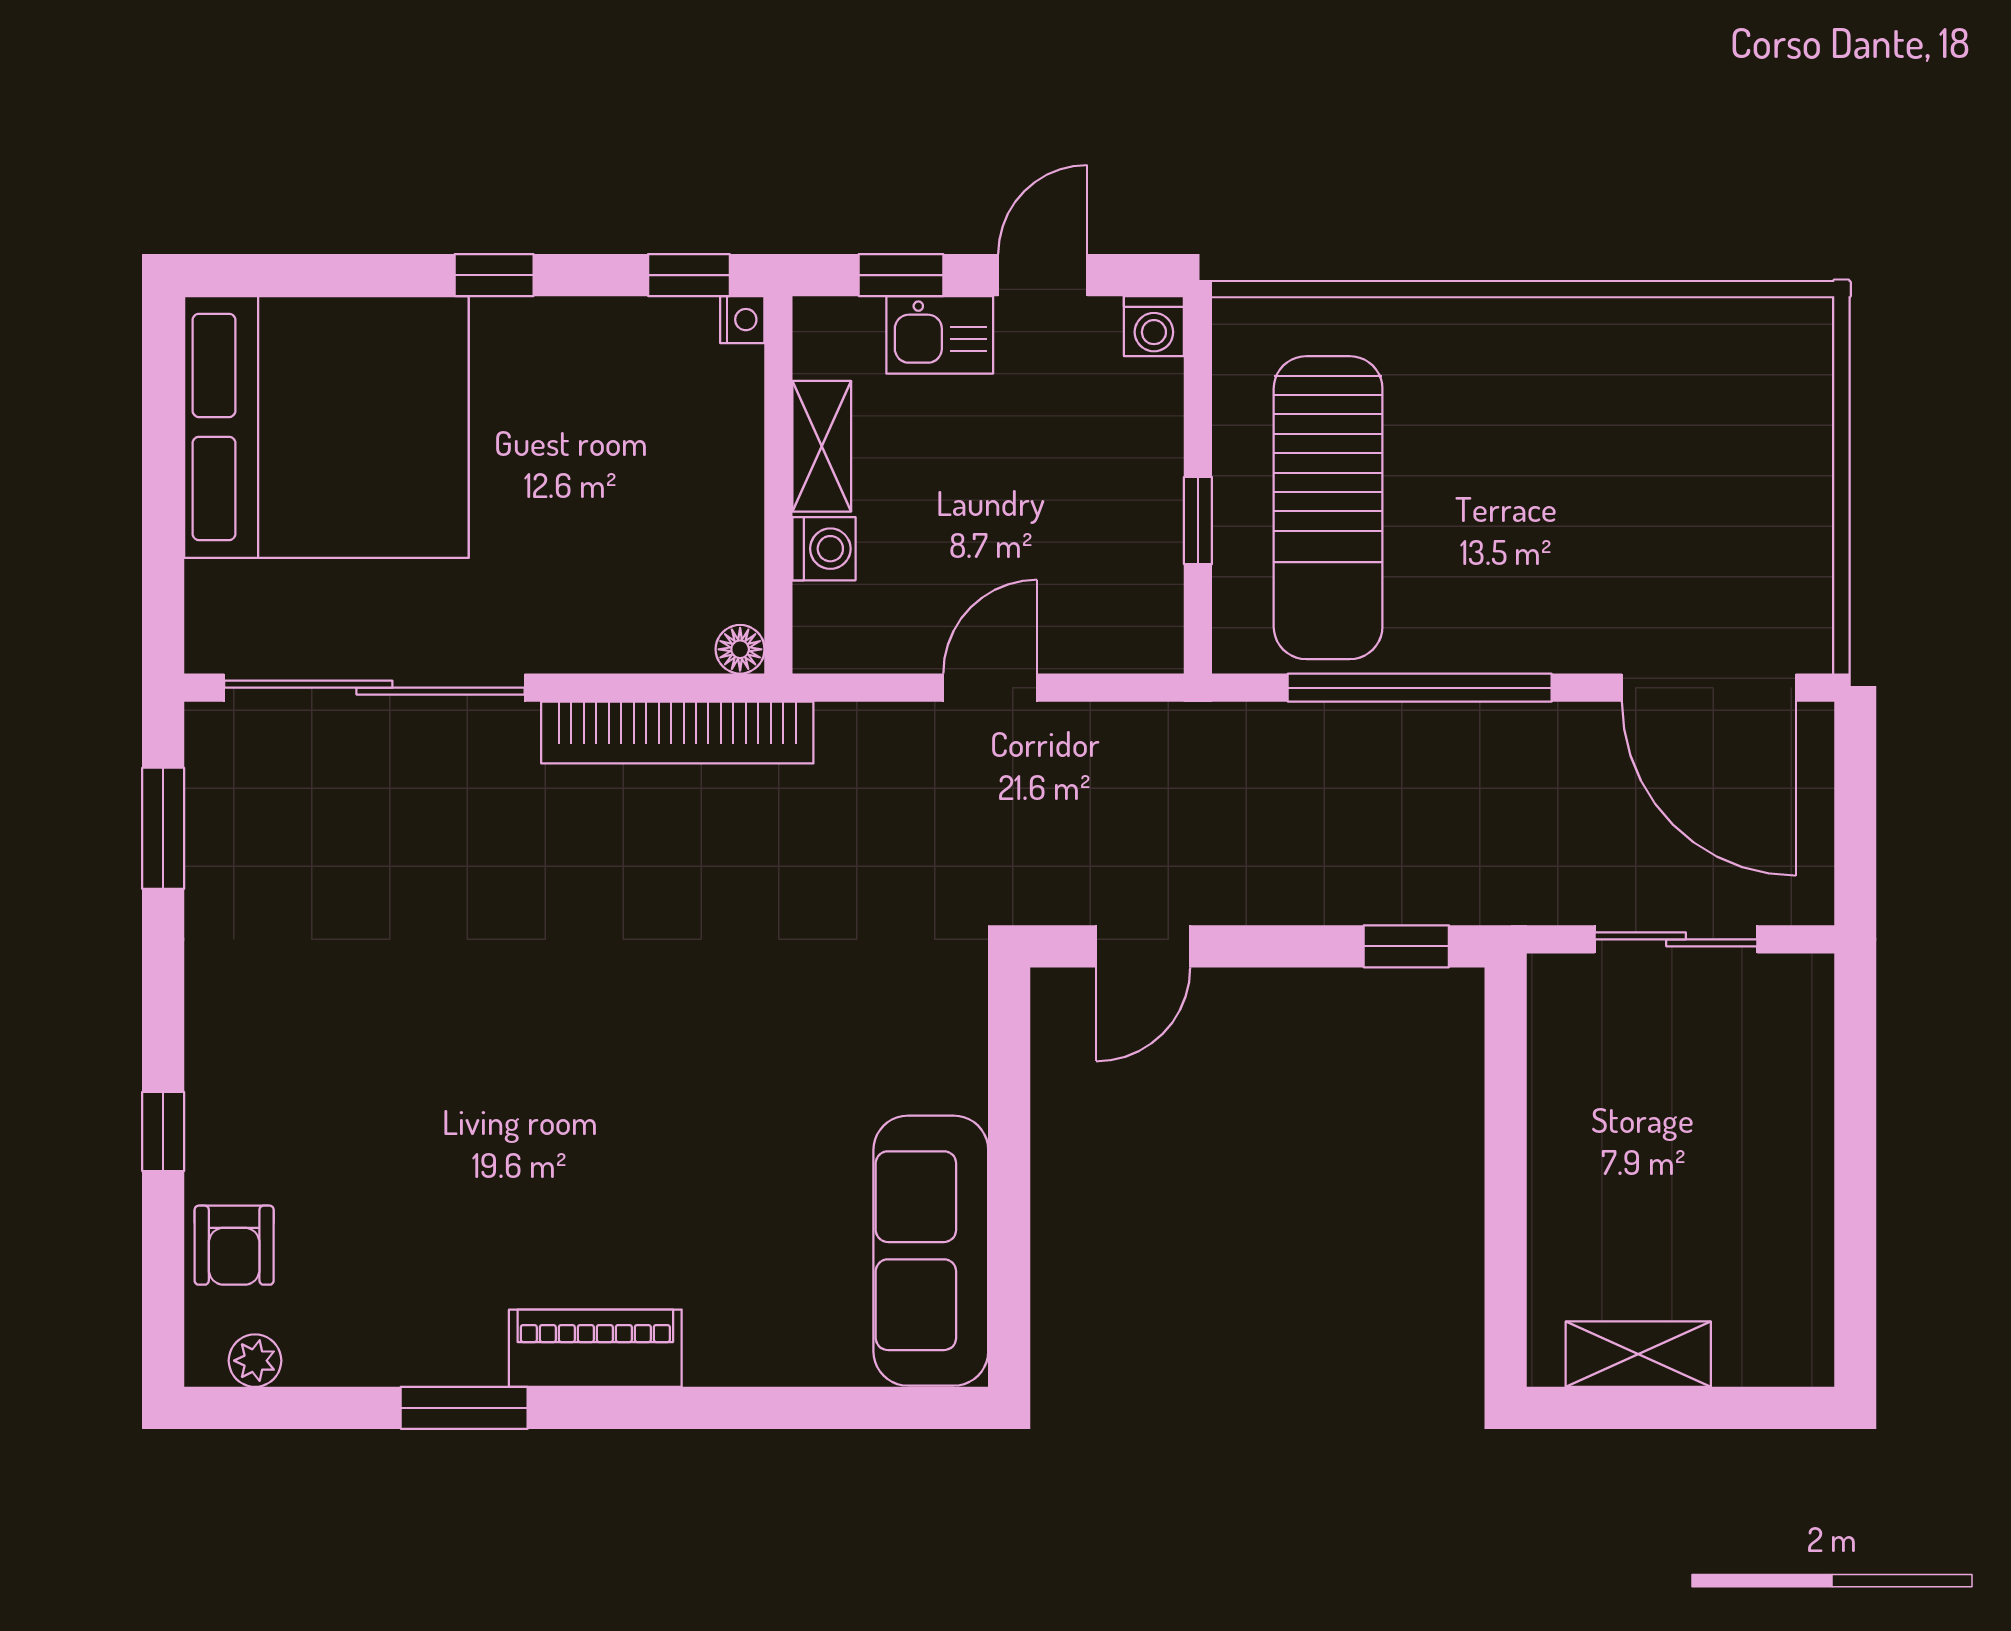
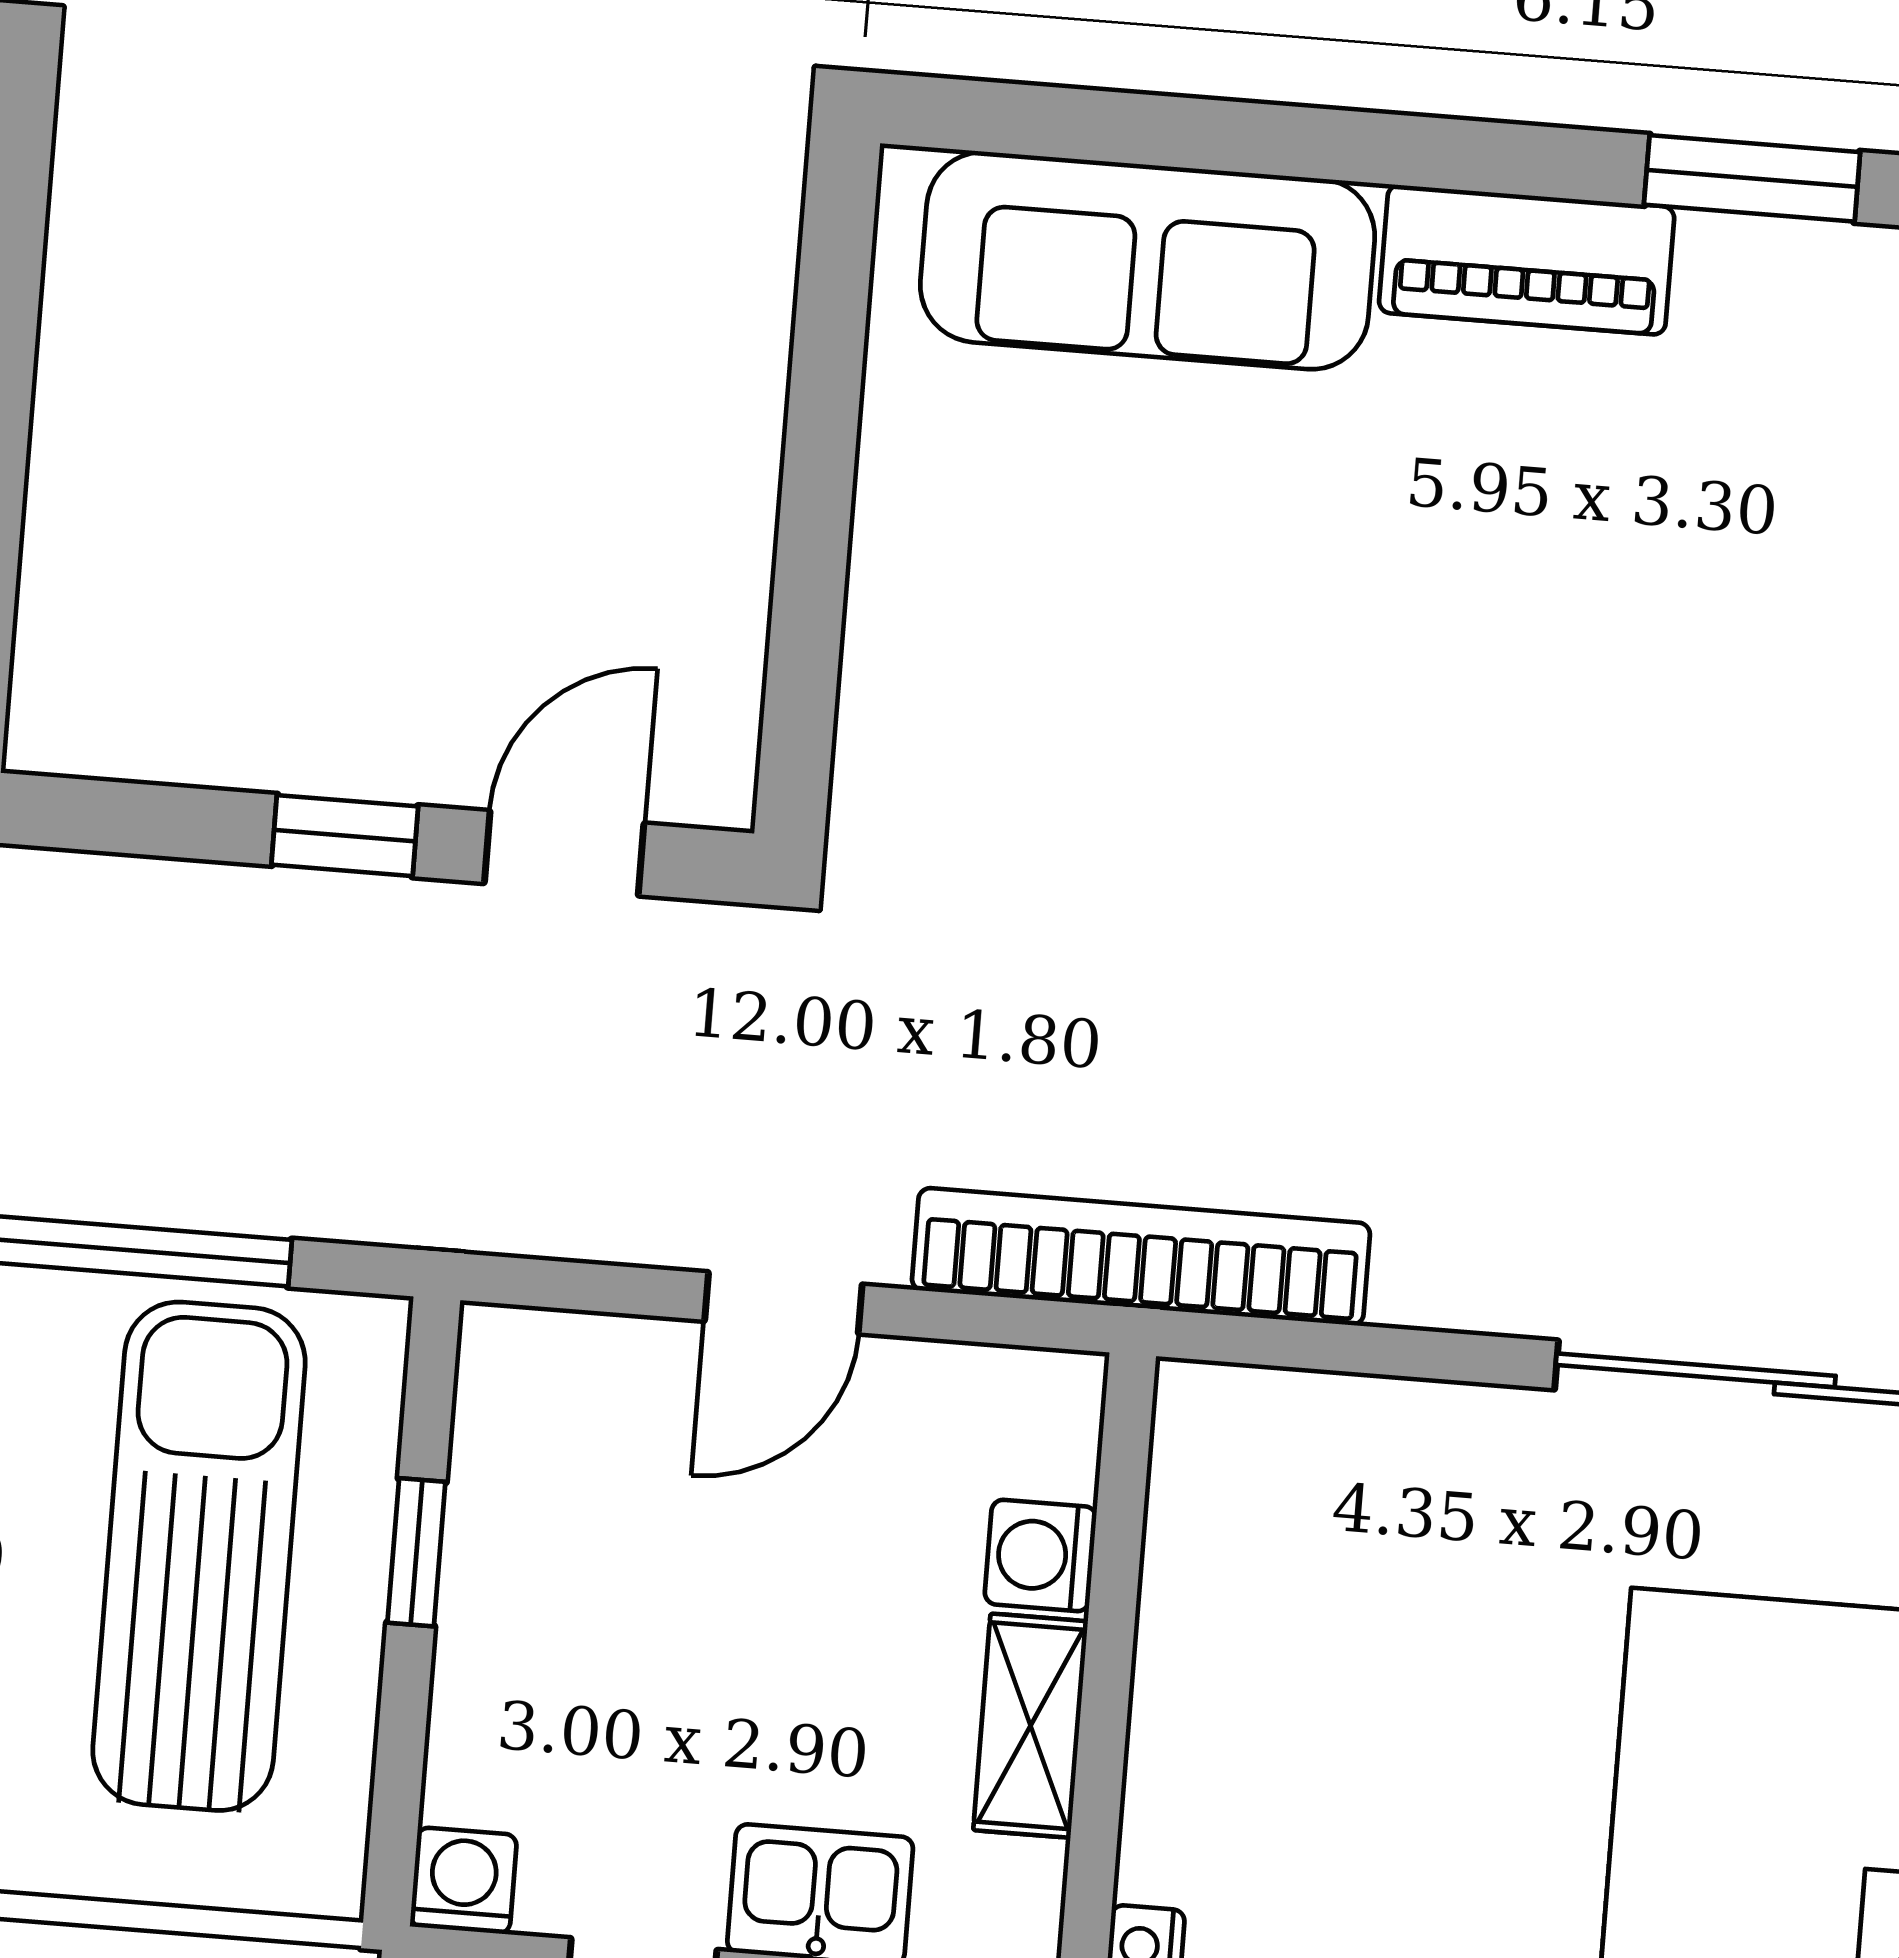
floor lamp: (740, 649) -> (1193, 1400), removed
bookcase: (677, 733) -> (1141, 1257), moved
window: (1406, 946) -> (345, 836), moved
sofa: (931, 1251) -> (1148, 261), moved, turned 90

